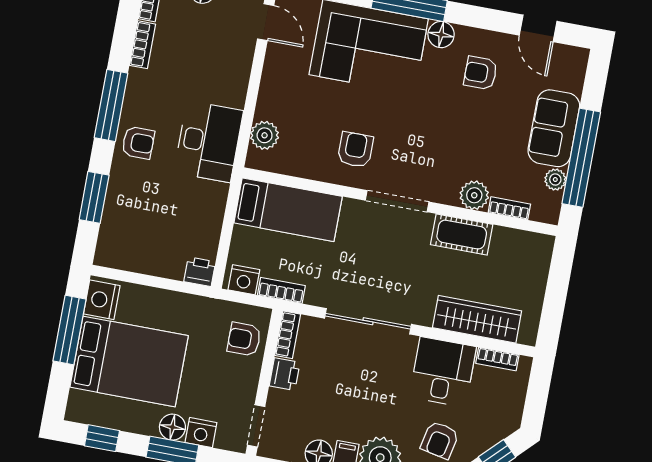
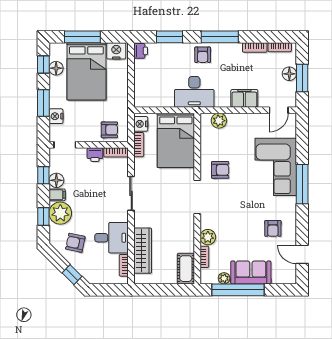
door: (538, 28) -> (302, 254), hinge flipped
floor lamp: (441, 35) -> (289, 204), removed
armchair: (481, 73) -> (273, 228), turned 180
filing cabinet: (232, 81) -> (244, 98), added
desk: (209, 142) -> (194, 92), moved
bed: (288, 210) -> (176, 140), width x1.50
cot: (462, 235) -> (186, 269), moved
printer: (200, 272) -> (141, 51), moved
sliding door: (368, 321) -> (131, 193), width x0.73
window: (69, 330) -> (82, 37), moved
armchair: (244, 339) -> (109, 130), turned 90
floor lamp: (172, 427) -> (56, 68), moved

